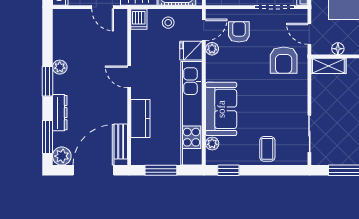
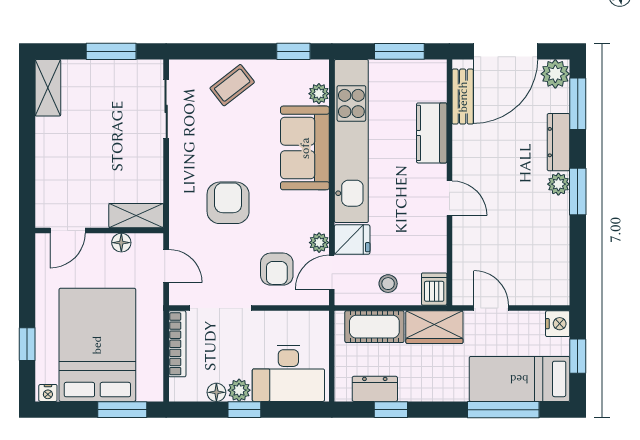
armchair: (284, 60) -> (228, 203), moved
plant: (60, 67) -> (558, 184), moved
coffee table: (267, 149) -> (232, 85), turned 52

